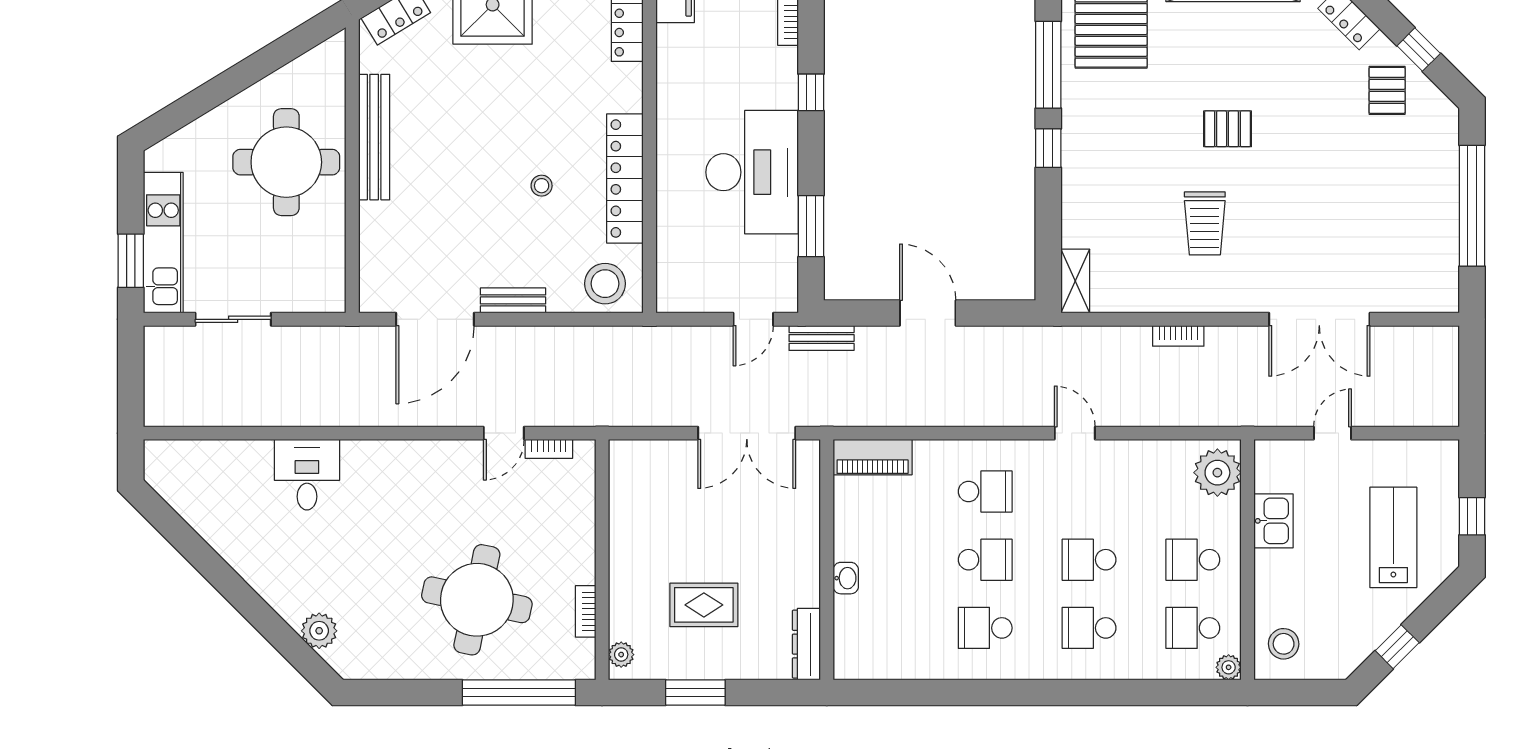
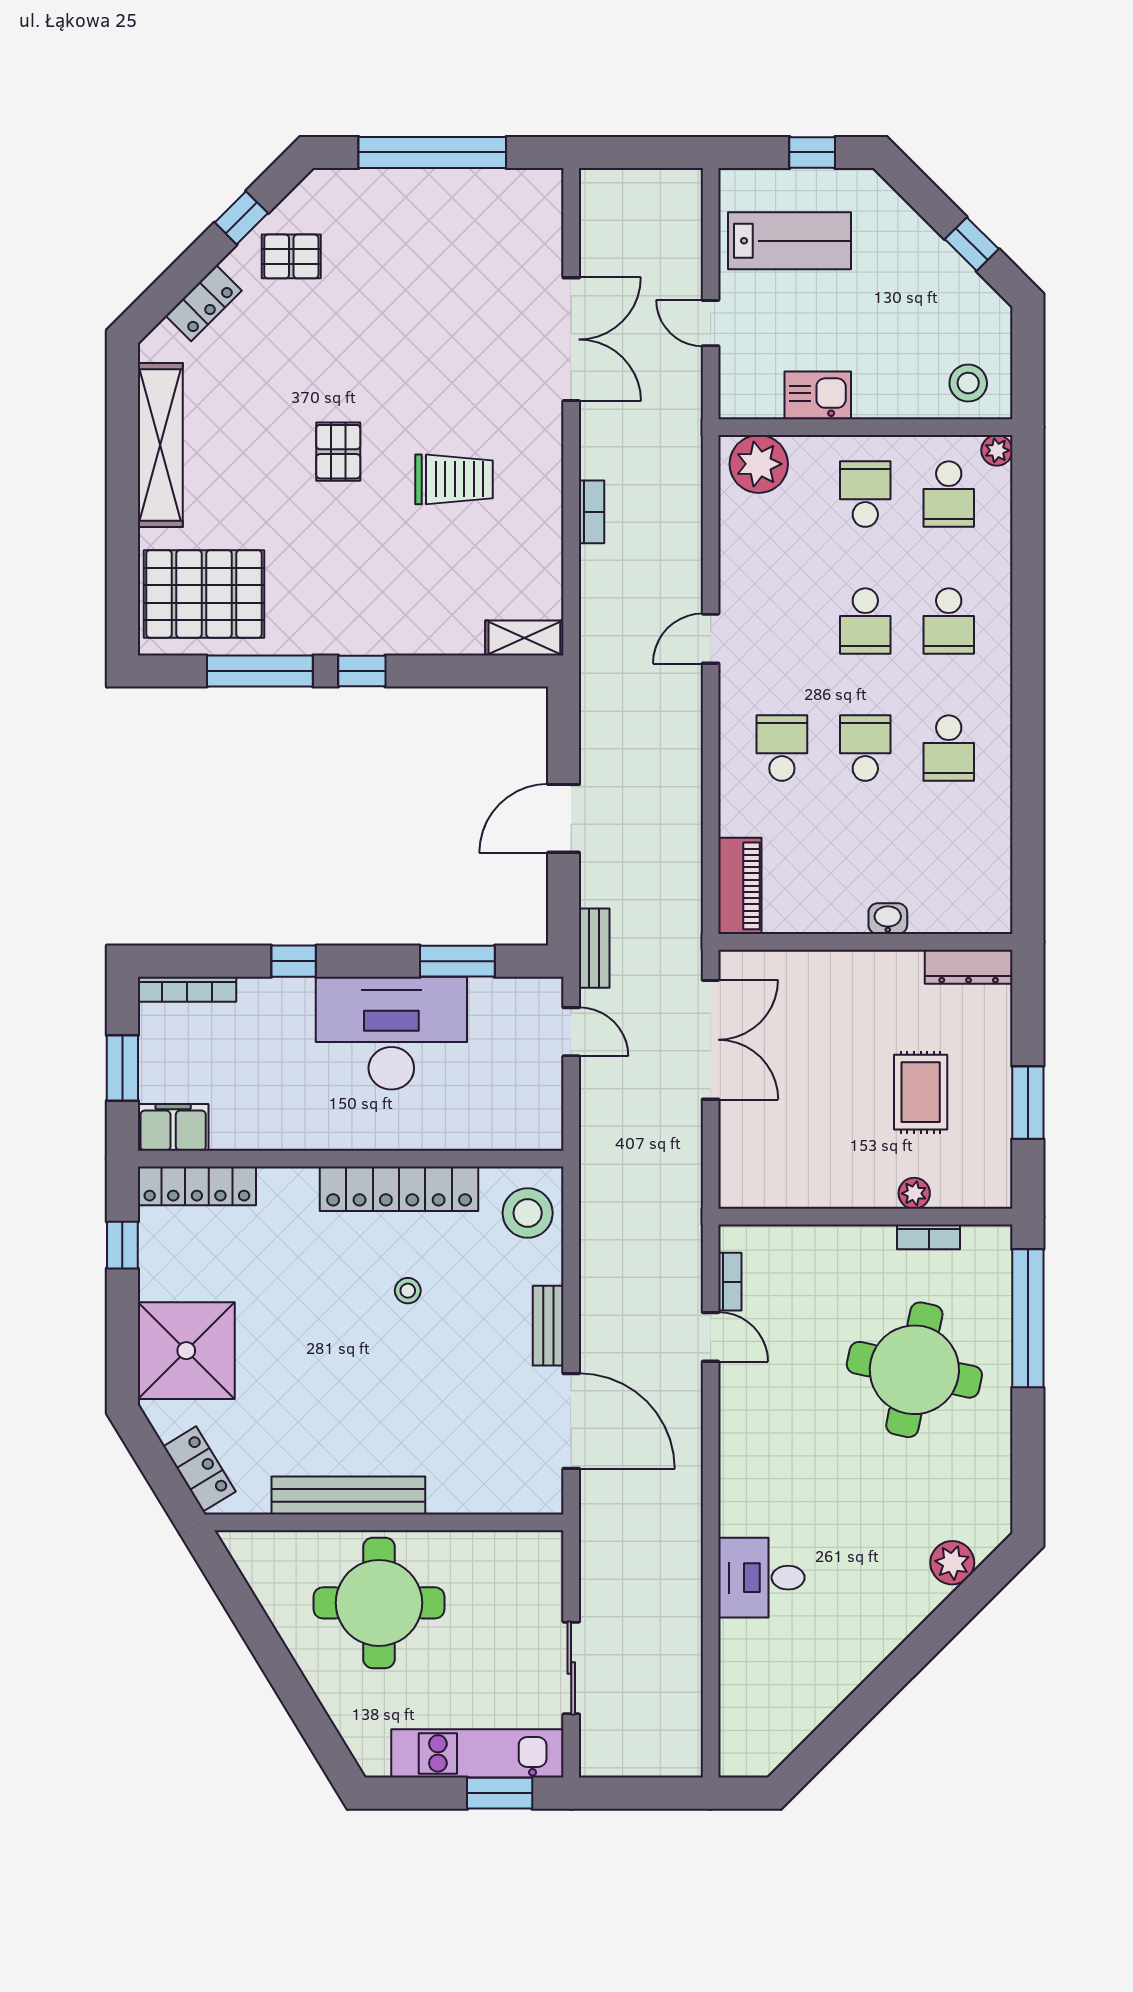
lab bench: (1393, 537) -> (789, 241), moved, turned 180
school desk: (1193, 560) -> (865, 494), turned 180
plant: (621, 655) -> (914, 1193), moved

